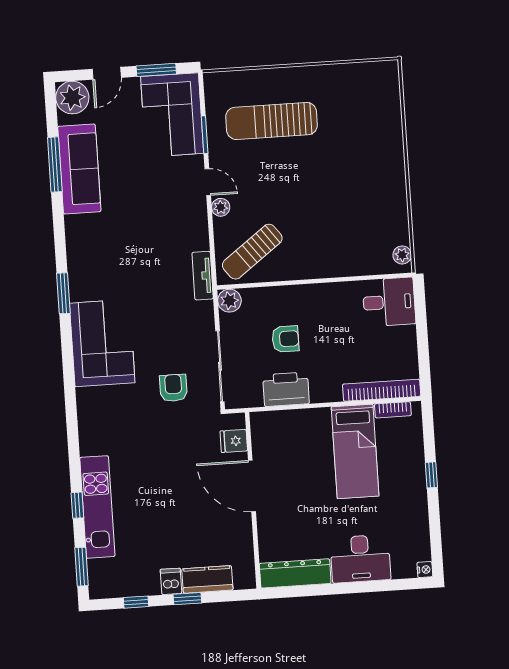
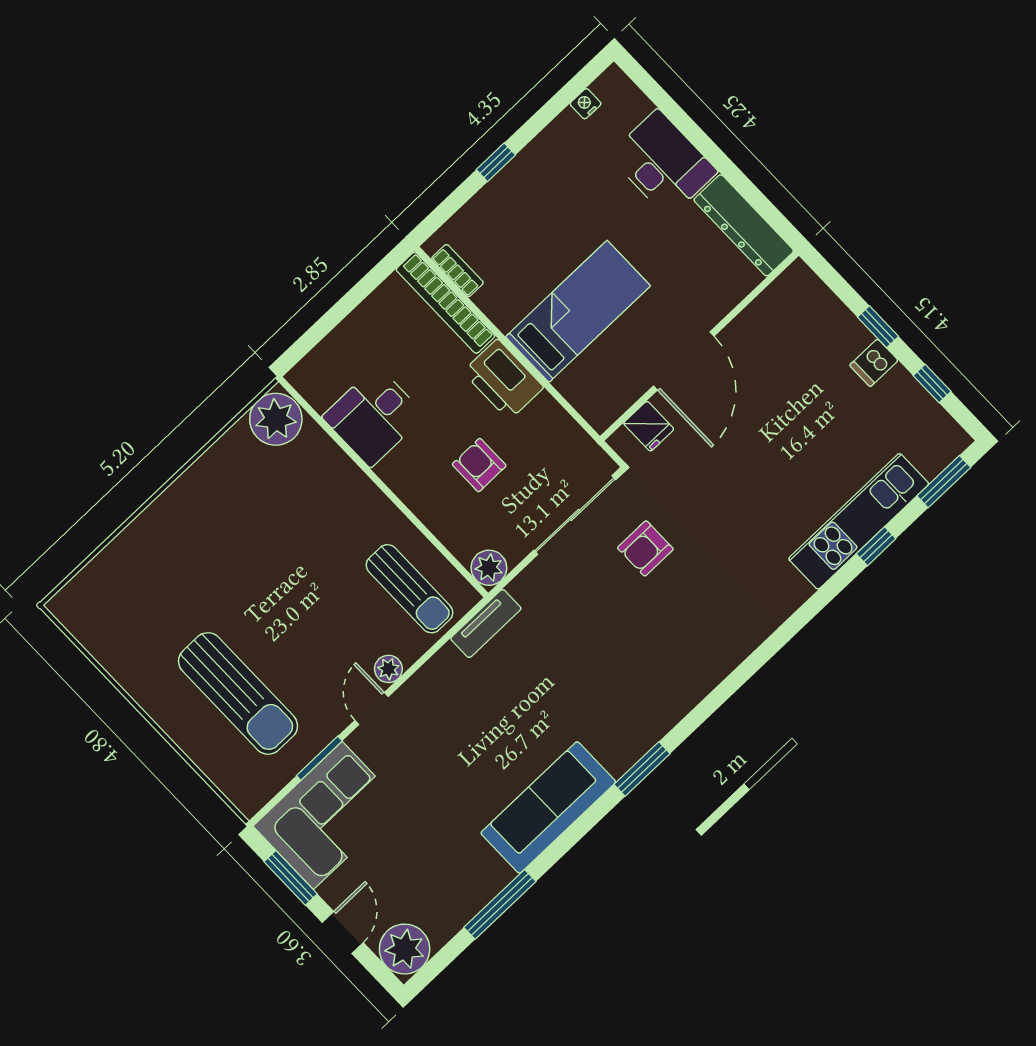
door: (107, 73) -> (343, 933), hinge flipped
sofa: (79, 169) -> (548, 807), moved
sun lounger: (252, 252) -> (410, 589), turned 37
plant: (402, 255) -> (276, 419), width x1.87, depth x1.87
desk: (389, 302) -> (374, 416), moved, turned -90
corner sofa: (102, 343) -> (662, 675), removed
printer: (286, 389) -> (503, 379), moved
bed: (355, 451) -> (578, 311), moved
nightstand: (425, 570) -> (586, 104), moved
kitchen counter: (207, 579) -> (836, 322), removed

